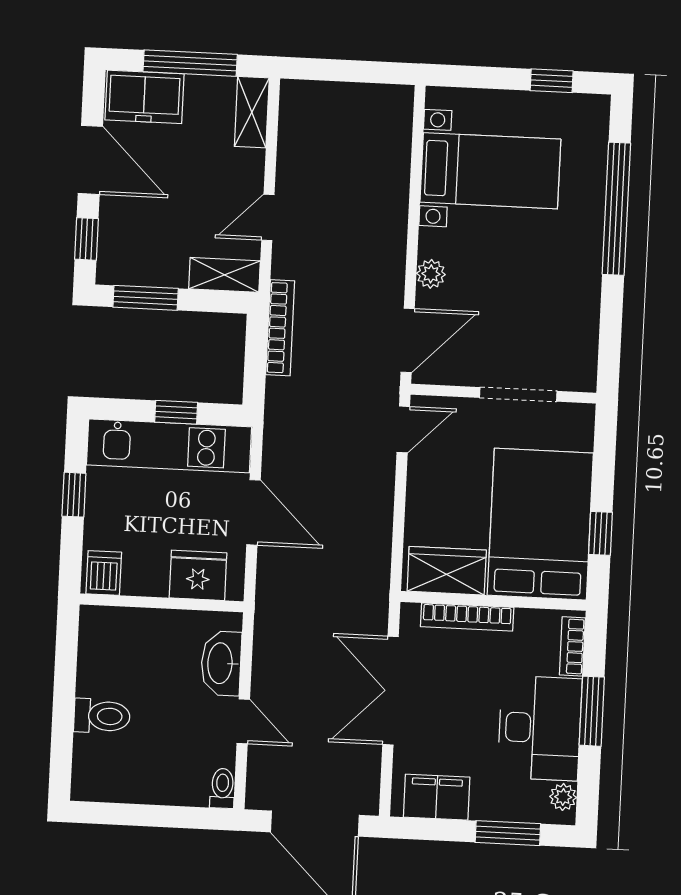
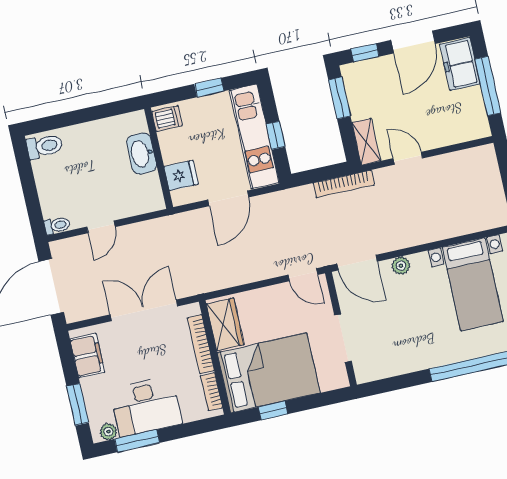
shelving: (252, 112) -> (469, 131), removed
fridge: (198, 575) -> (181, 175), width x0.72
bookcase: (572, 646) -> (211, 392), moved, turned -90
washbasin: (221, 663) -> (142, 154), moved, turned -90
window: (592, 711) -> (137, 441), moved
toilet: (102, 716) -> (45, 146), moved, turned -90

